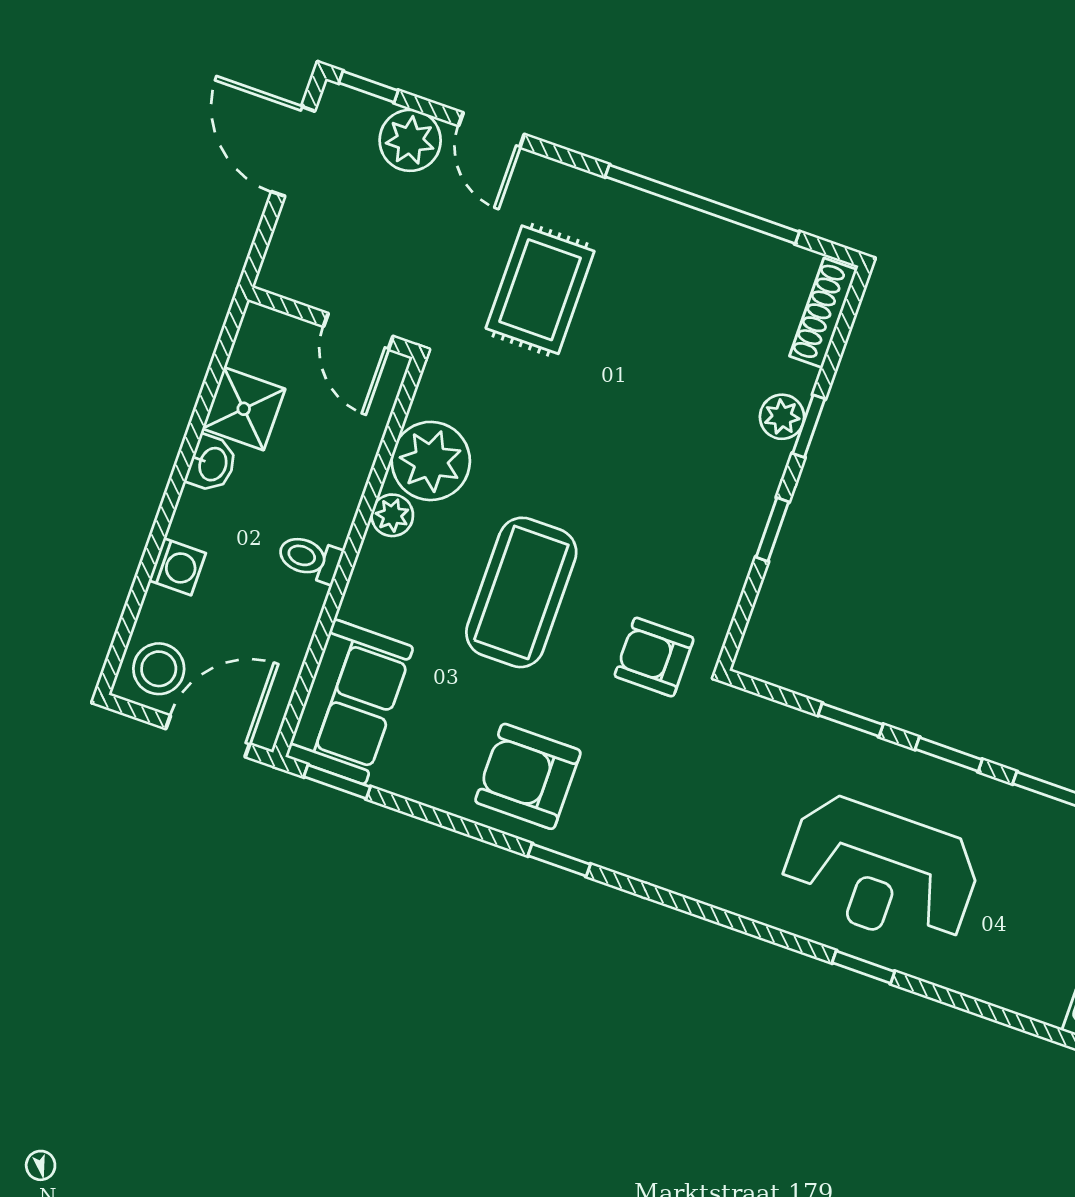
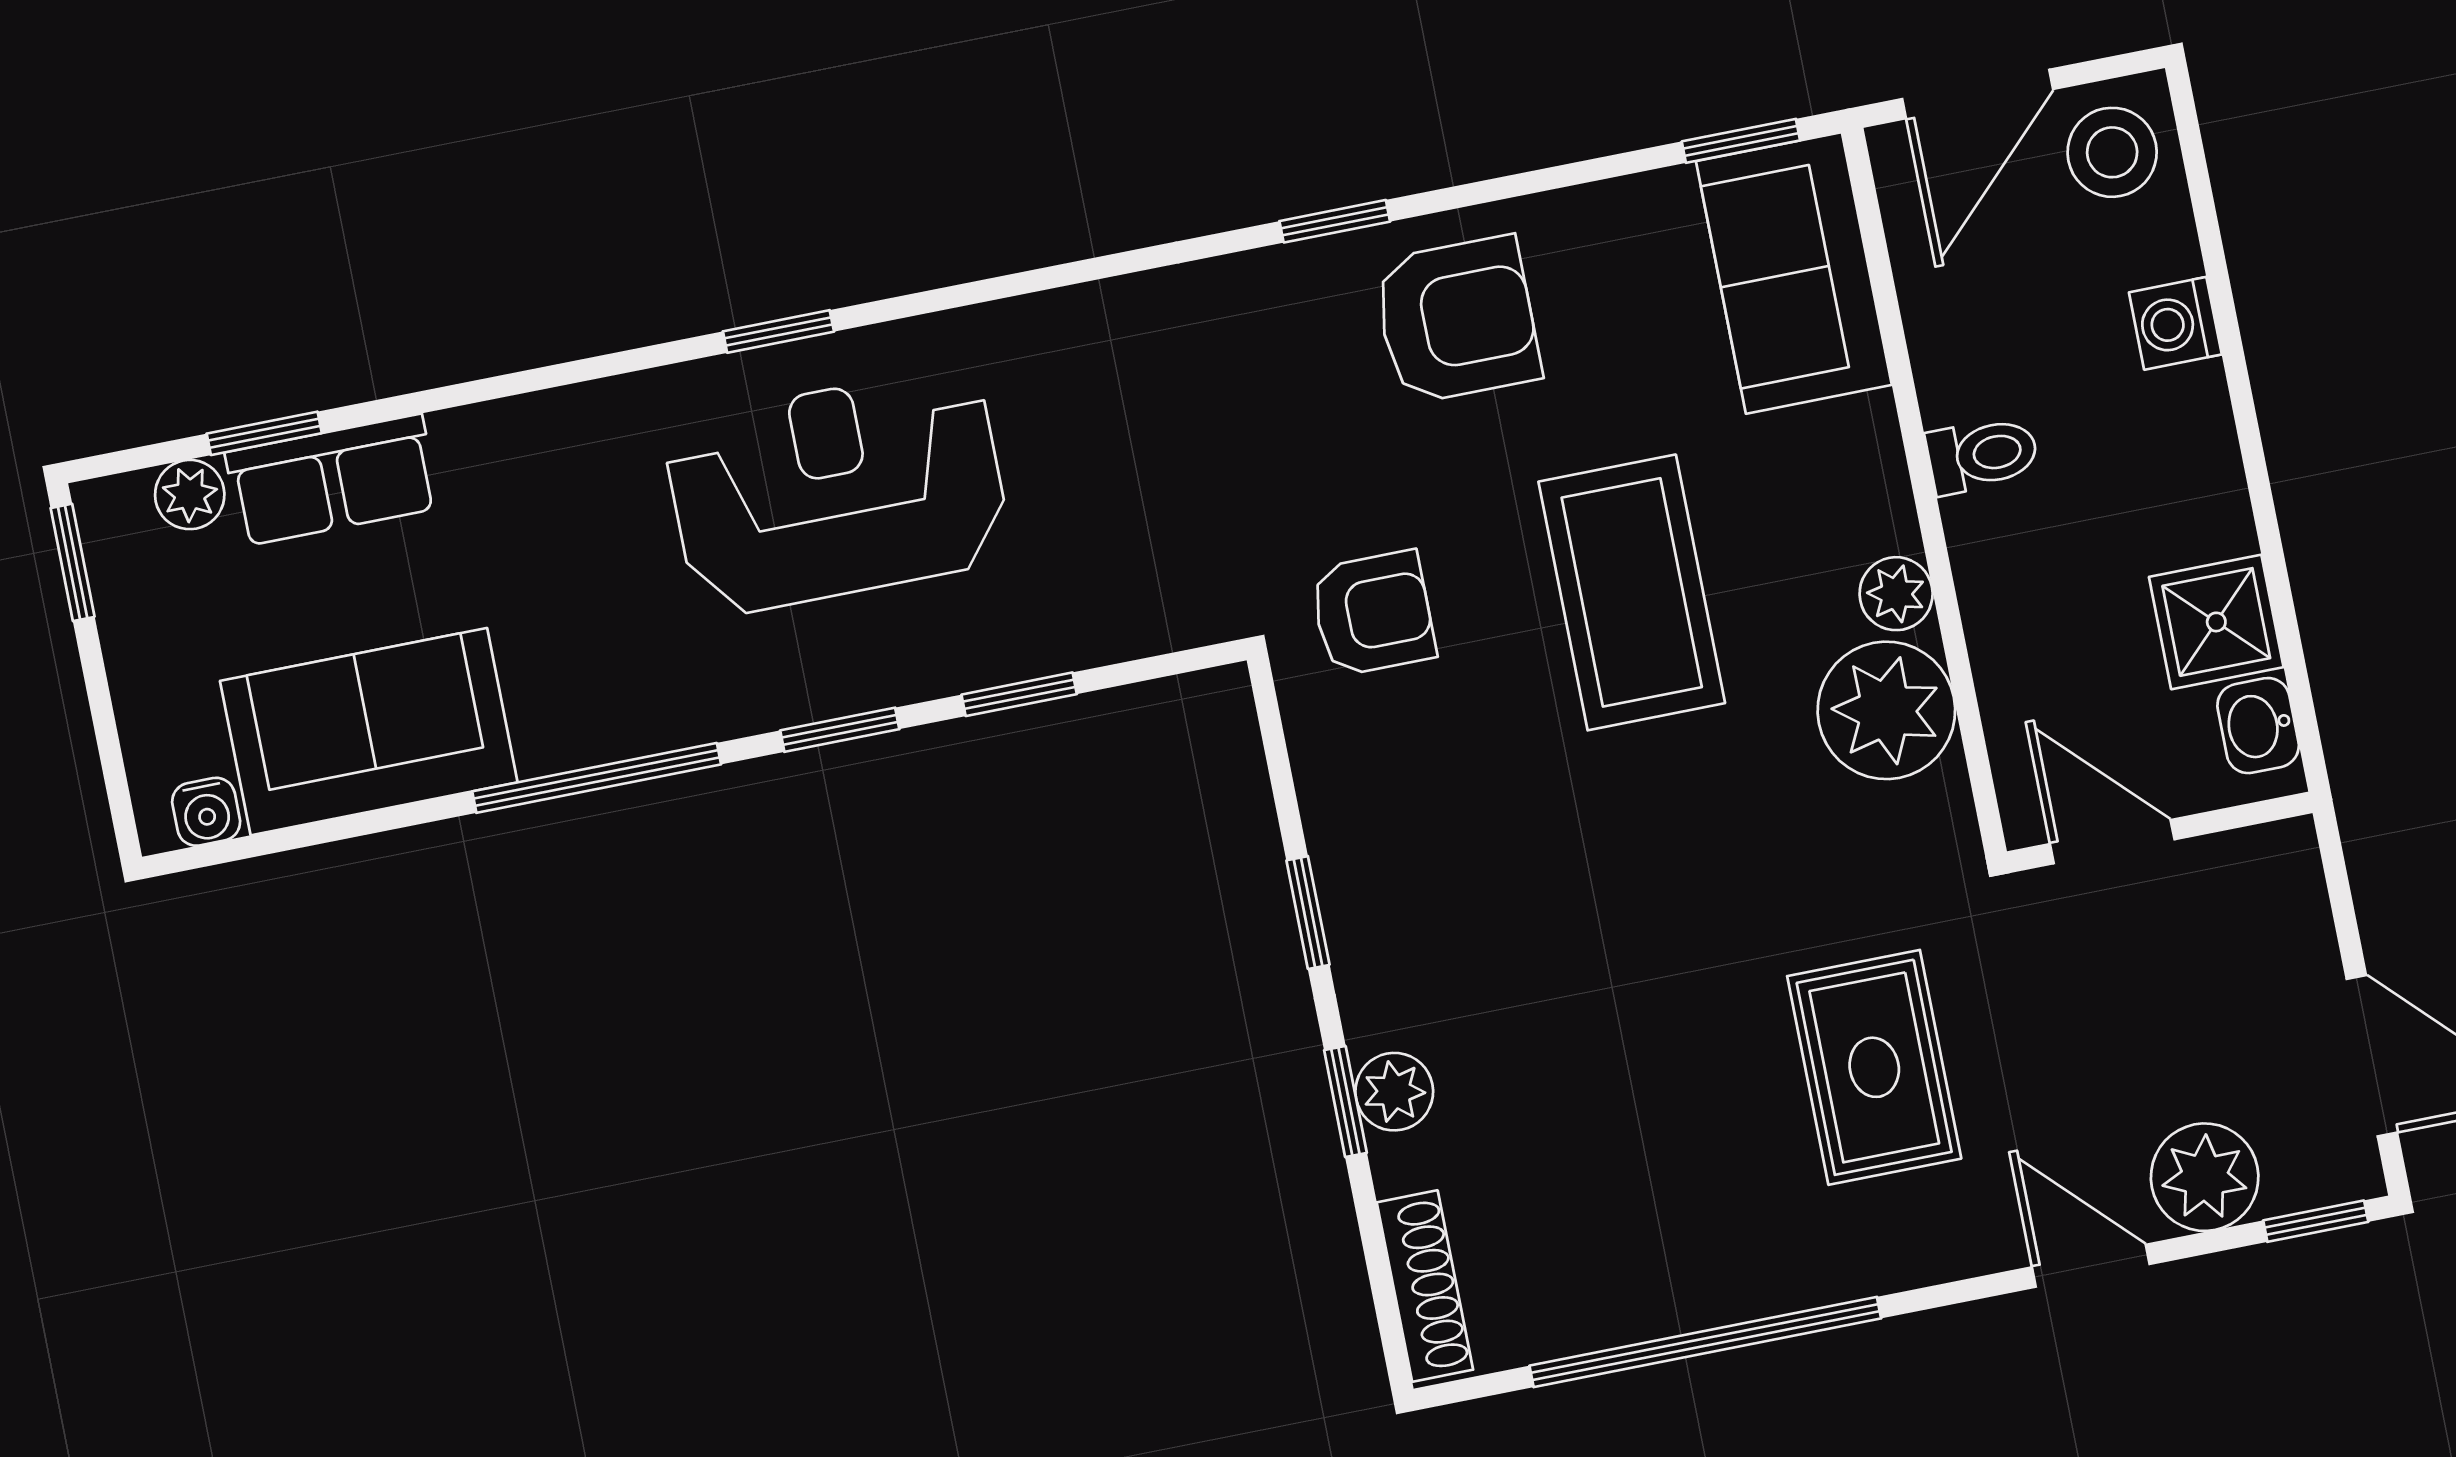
washbasin: (212, 464) -> (2258, 726), moved

